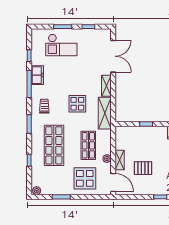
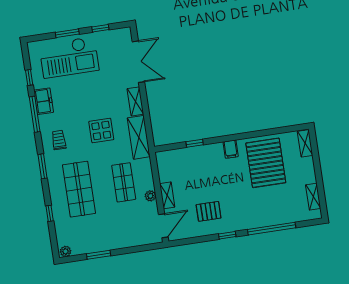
checkout: (61, 45) -> (69, 57), width x1.36, depth x1.21
pallet: (143, 168) -> (209, 211), moved
display table: (85, 178) -> (126, 226), removed
door: (113, 183) -> (163, 226), hinge flipped

